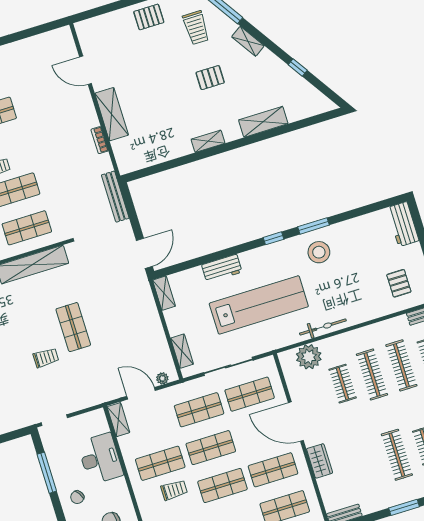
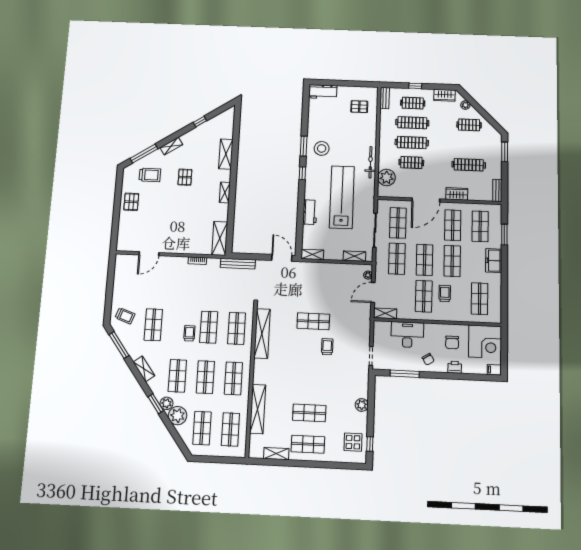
shelving: (112, 114) -> (220, 238), moved, turned 90
clothes rail: (397, 455) -> (469, 165), moved

